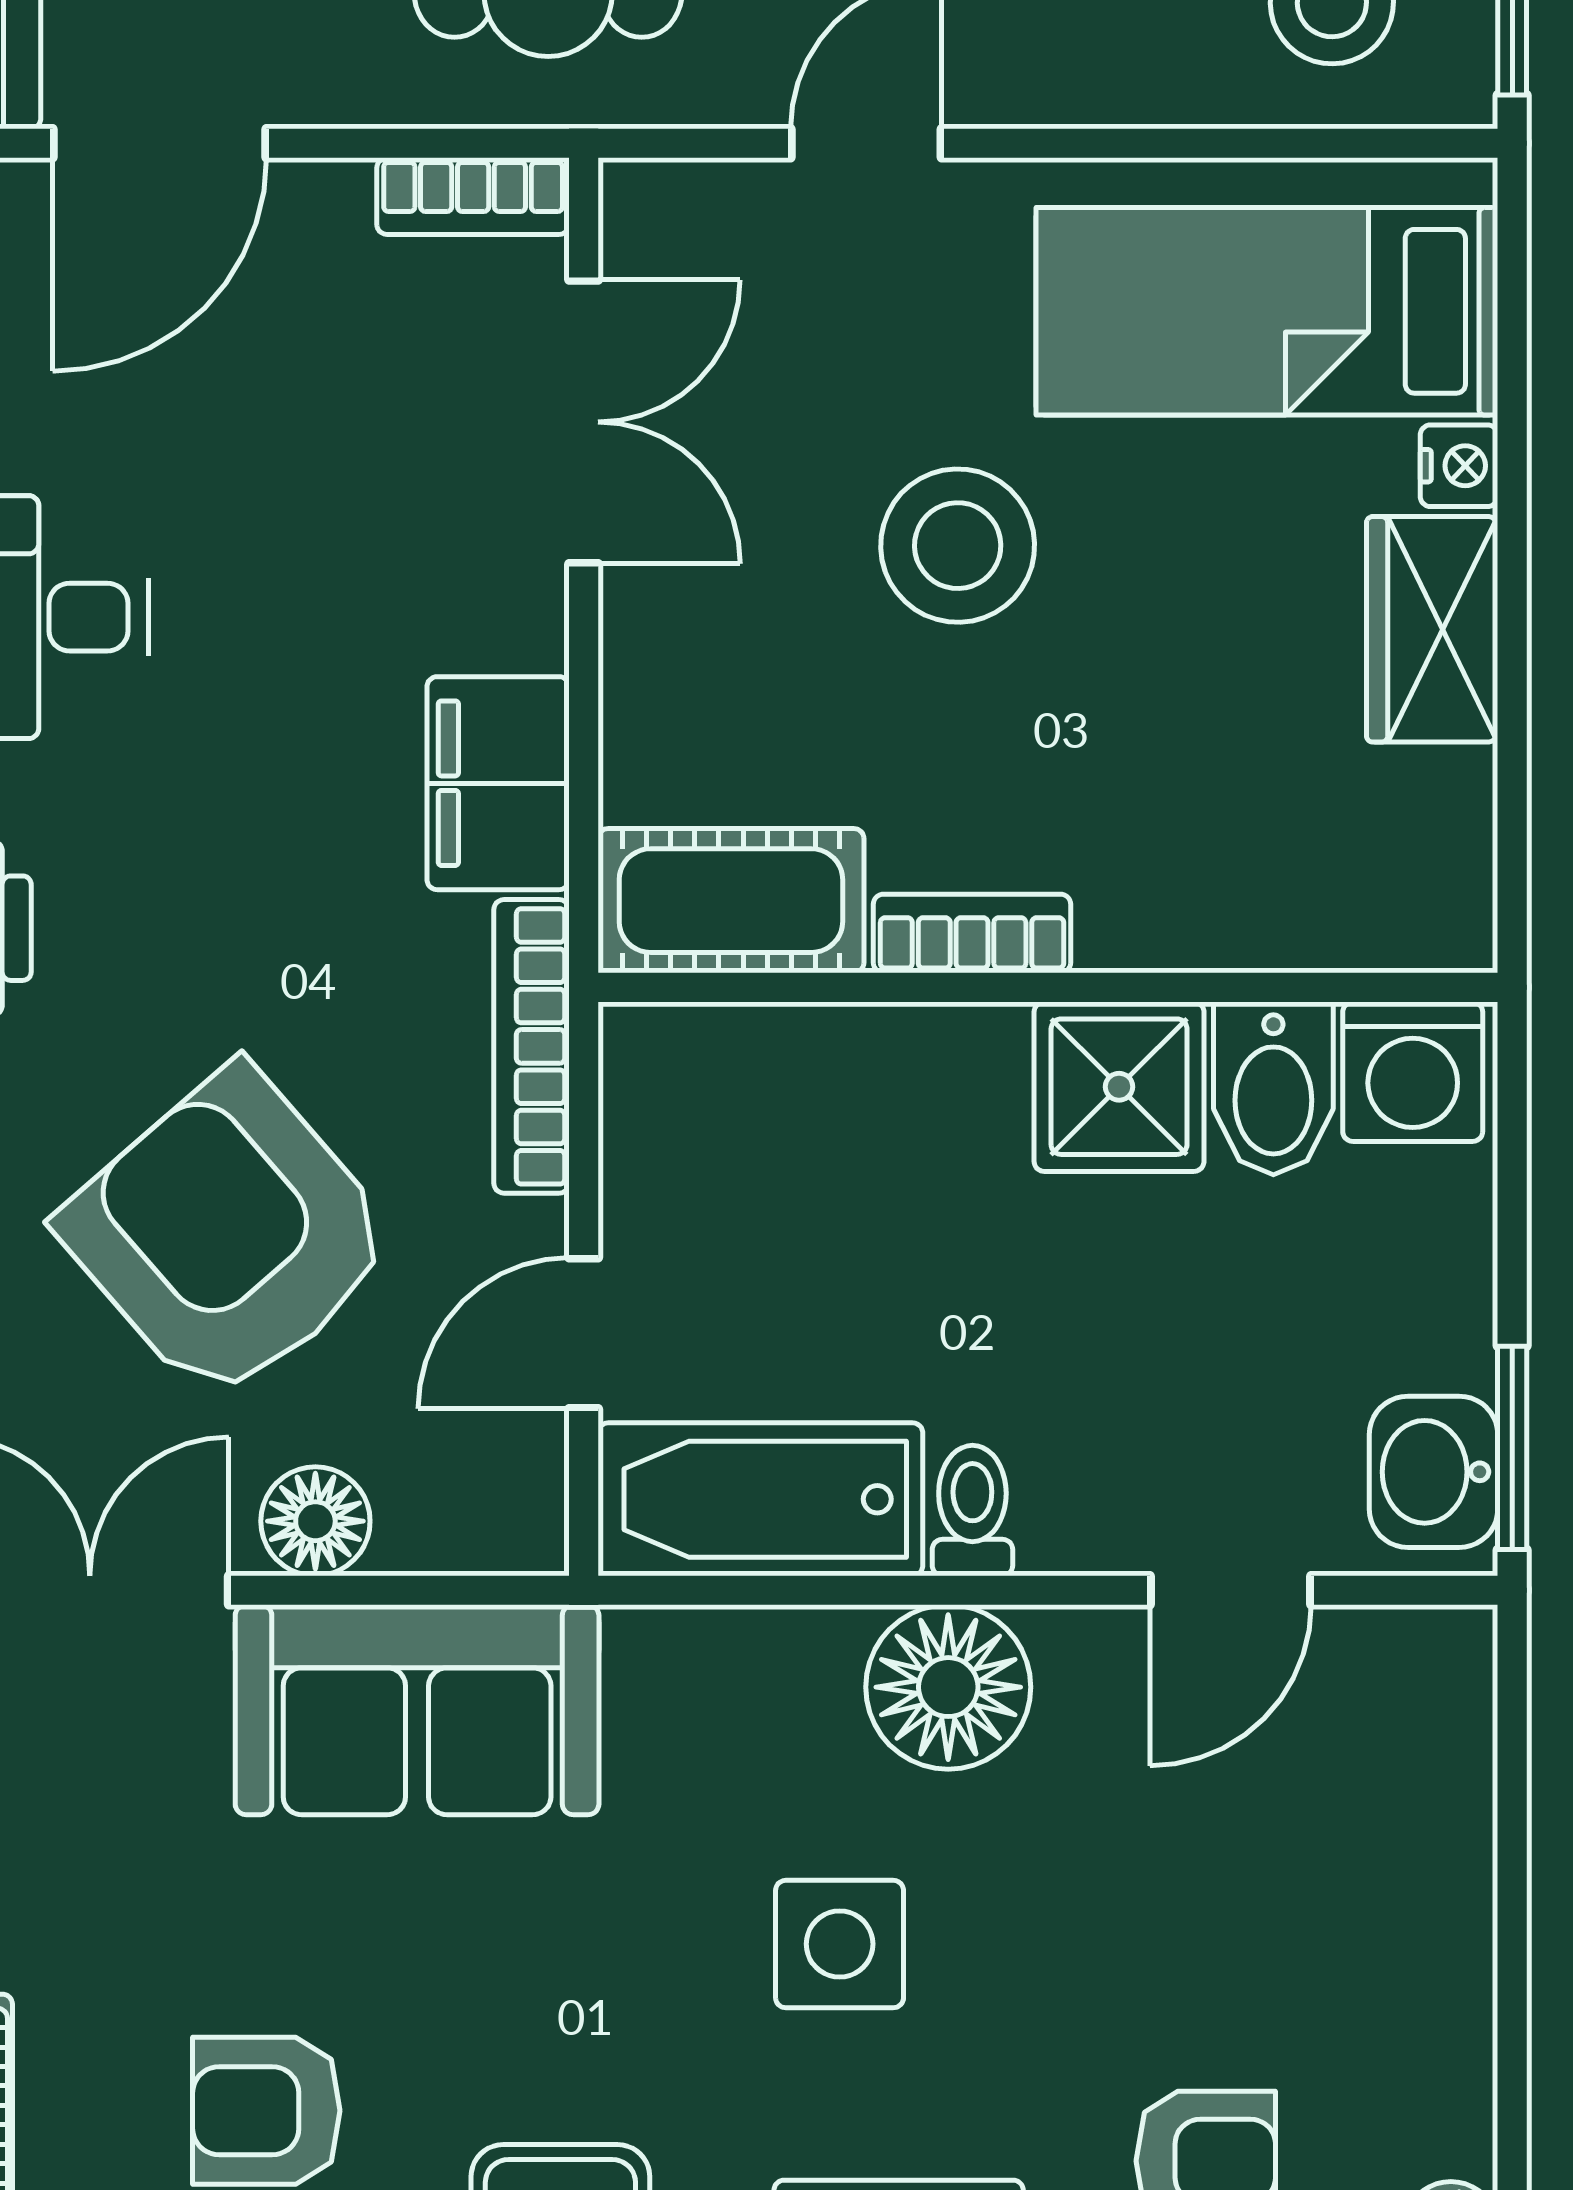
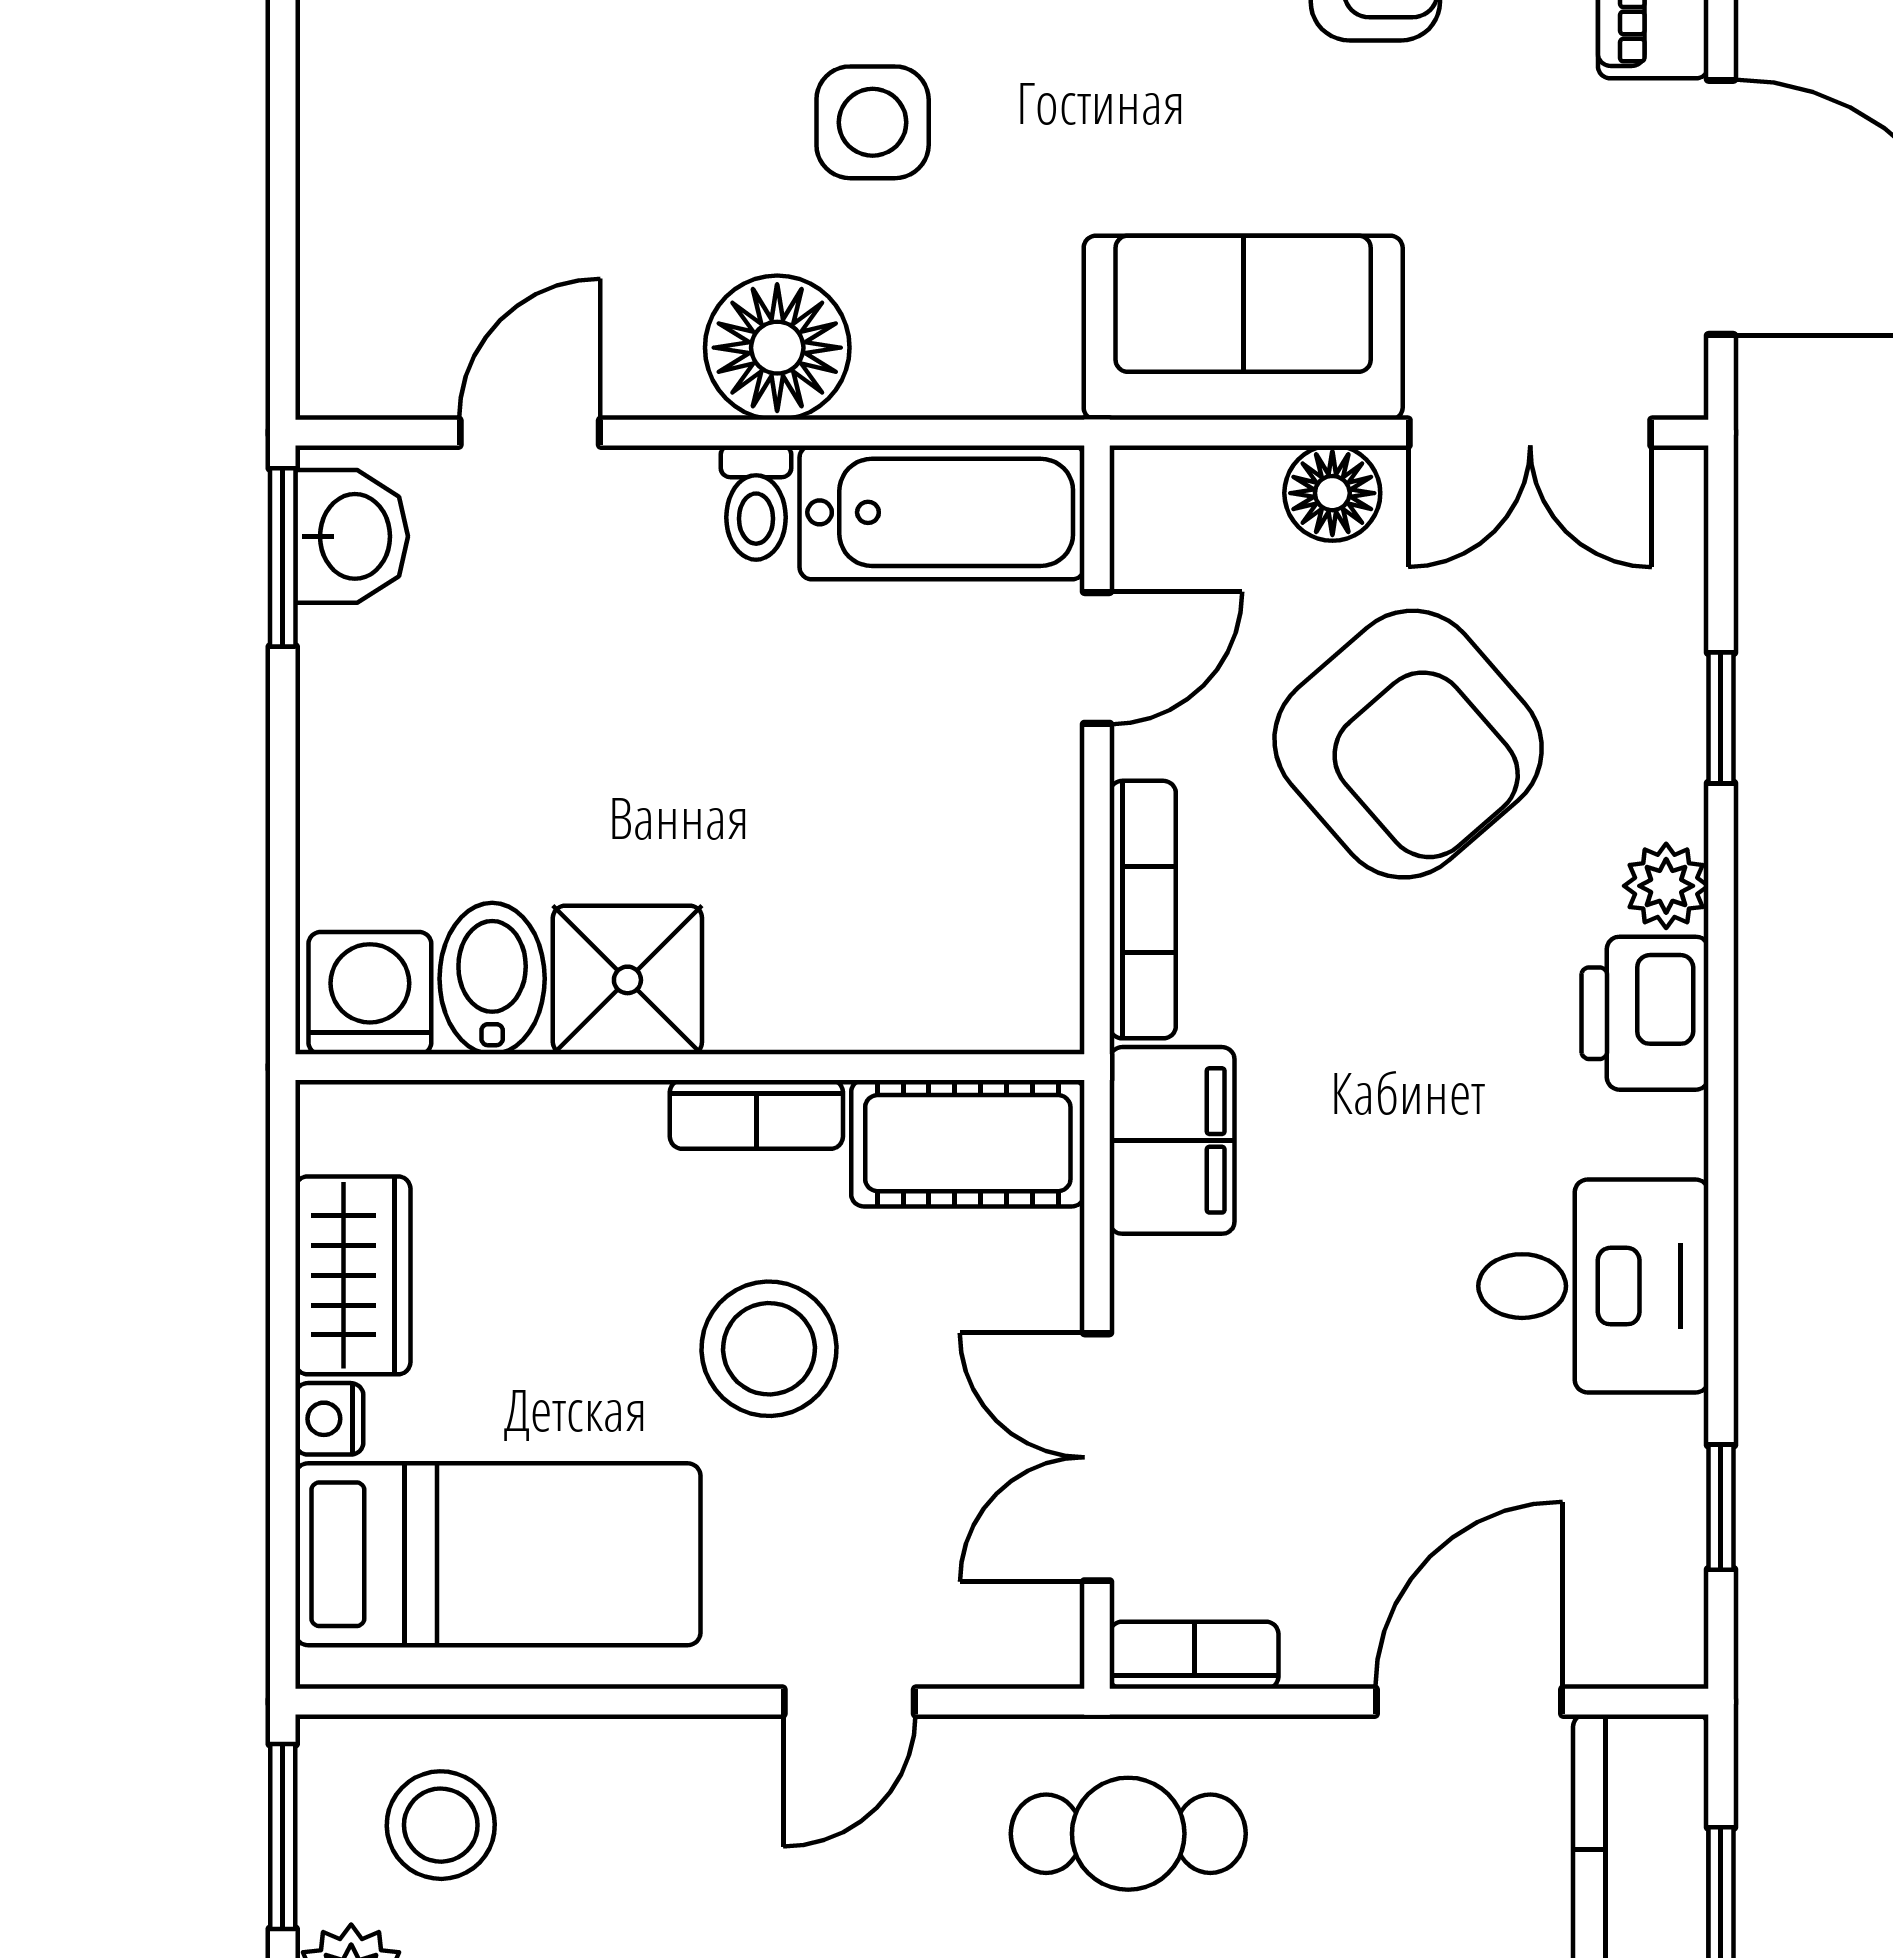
cot: (731, 901) -> (968, 1143), moved
bookcase: (972, 933) -> (756, 1114), moved
wall: (1048, 987) -> (690, 1067), moved
washing machine: (1413, 1072) -> (370, 993), moved
shower: (1119, 1087) -> (627, 980), moved
bidet: (1273, 1088) -> (492, 979), moved

